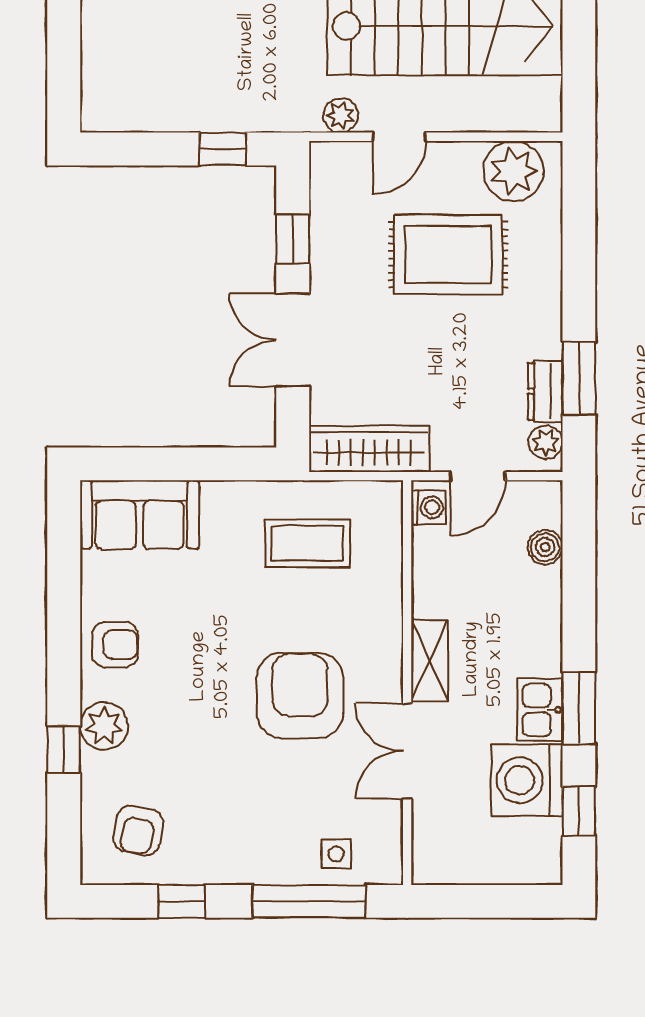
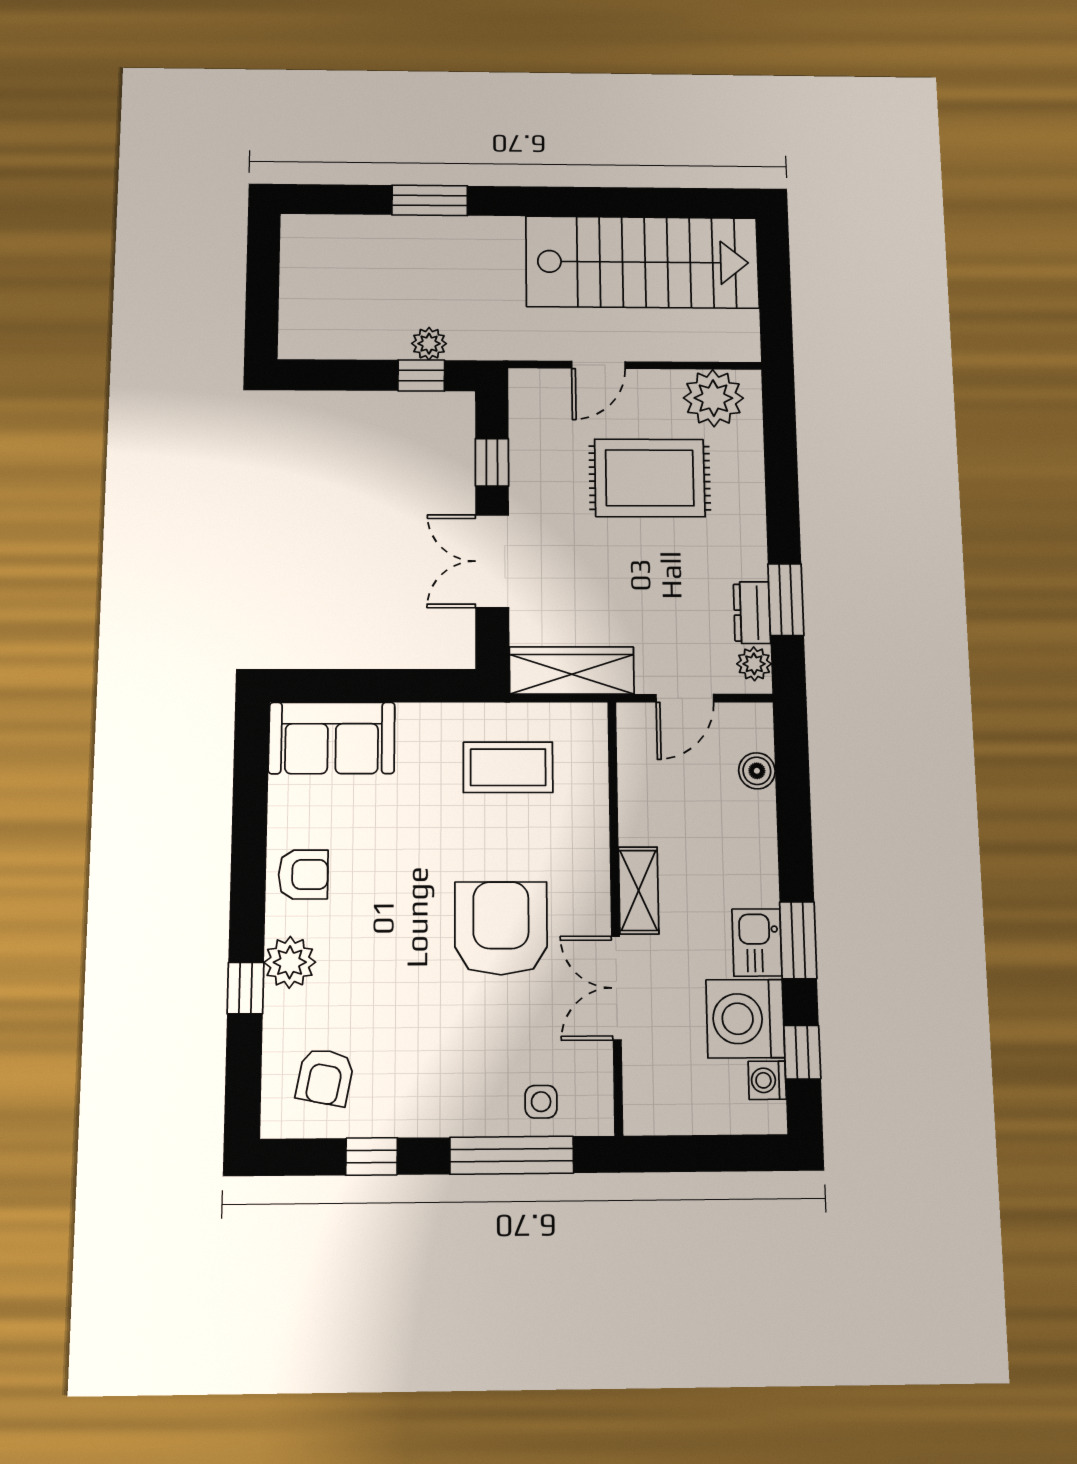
plant: (341, 115) -> (429, 344), moved
washing machine: (428, 507) -> (767, 1080), moved, turned 180

